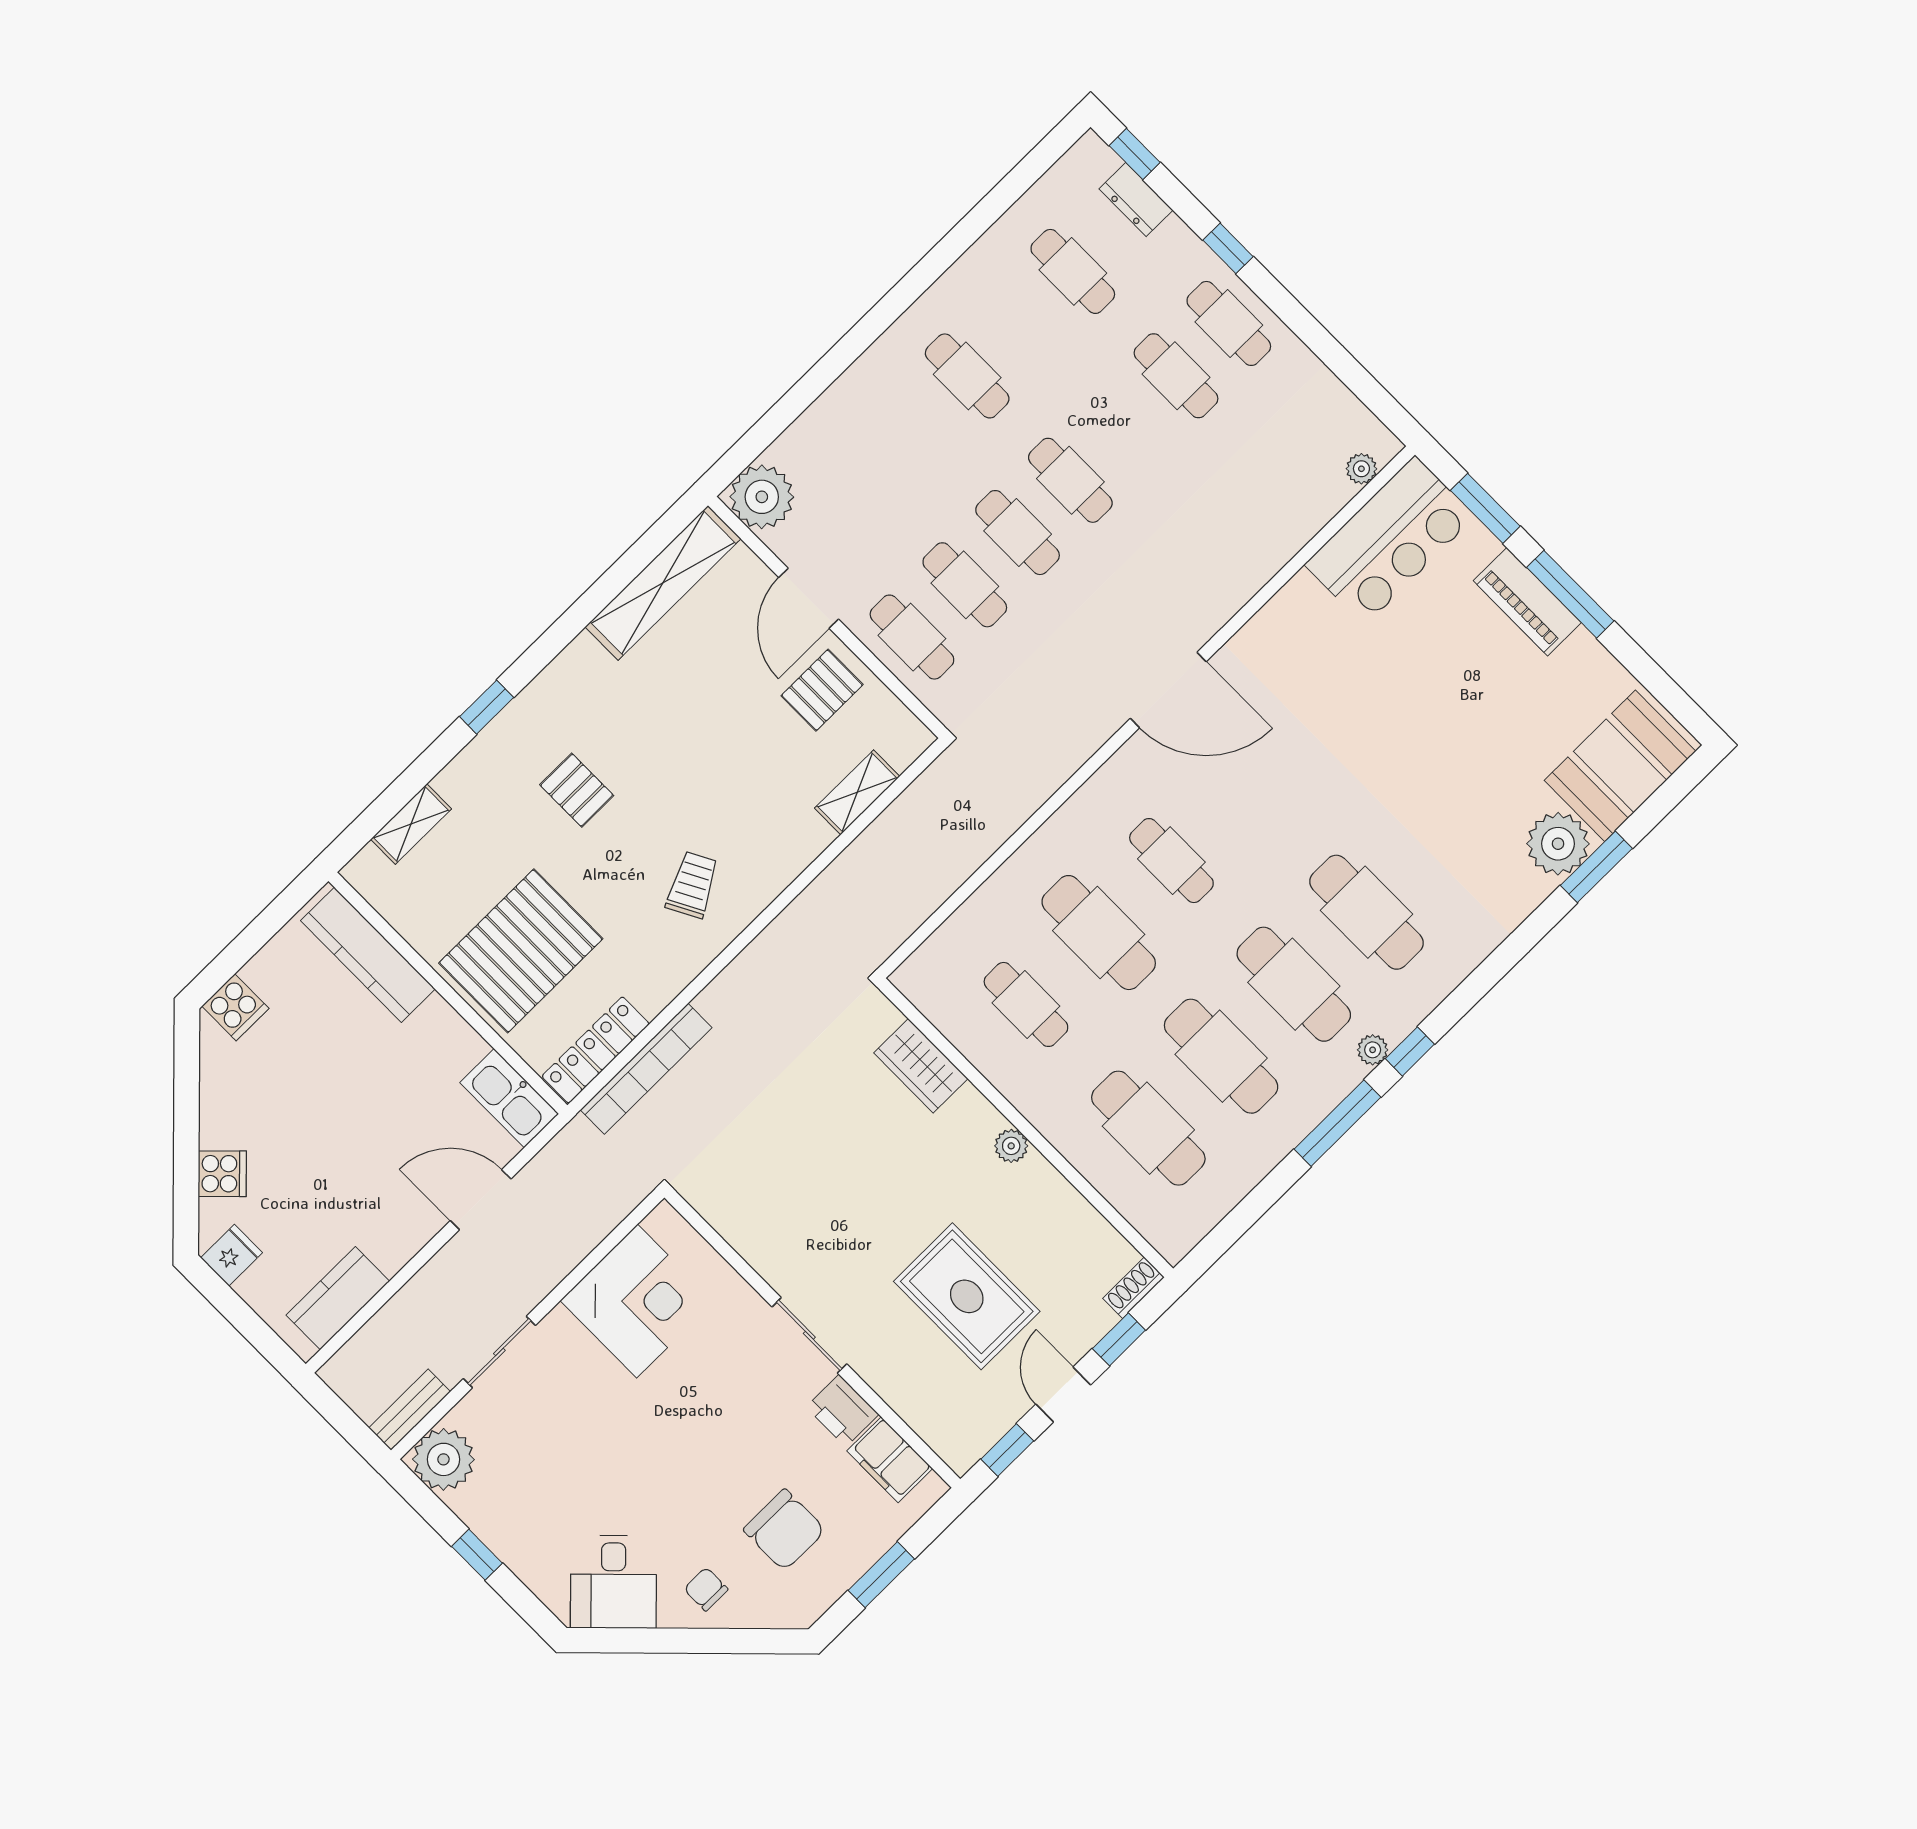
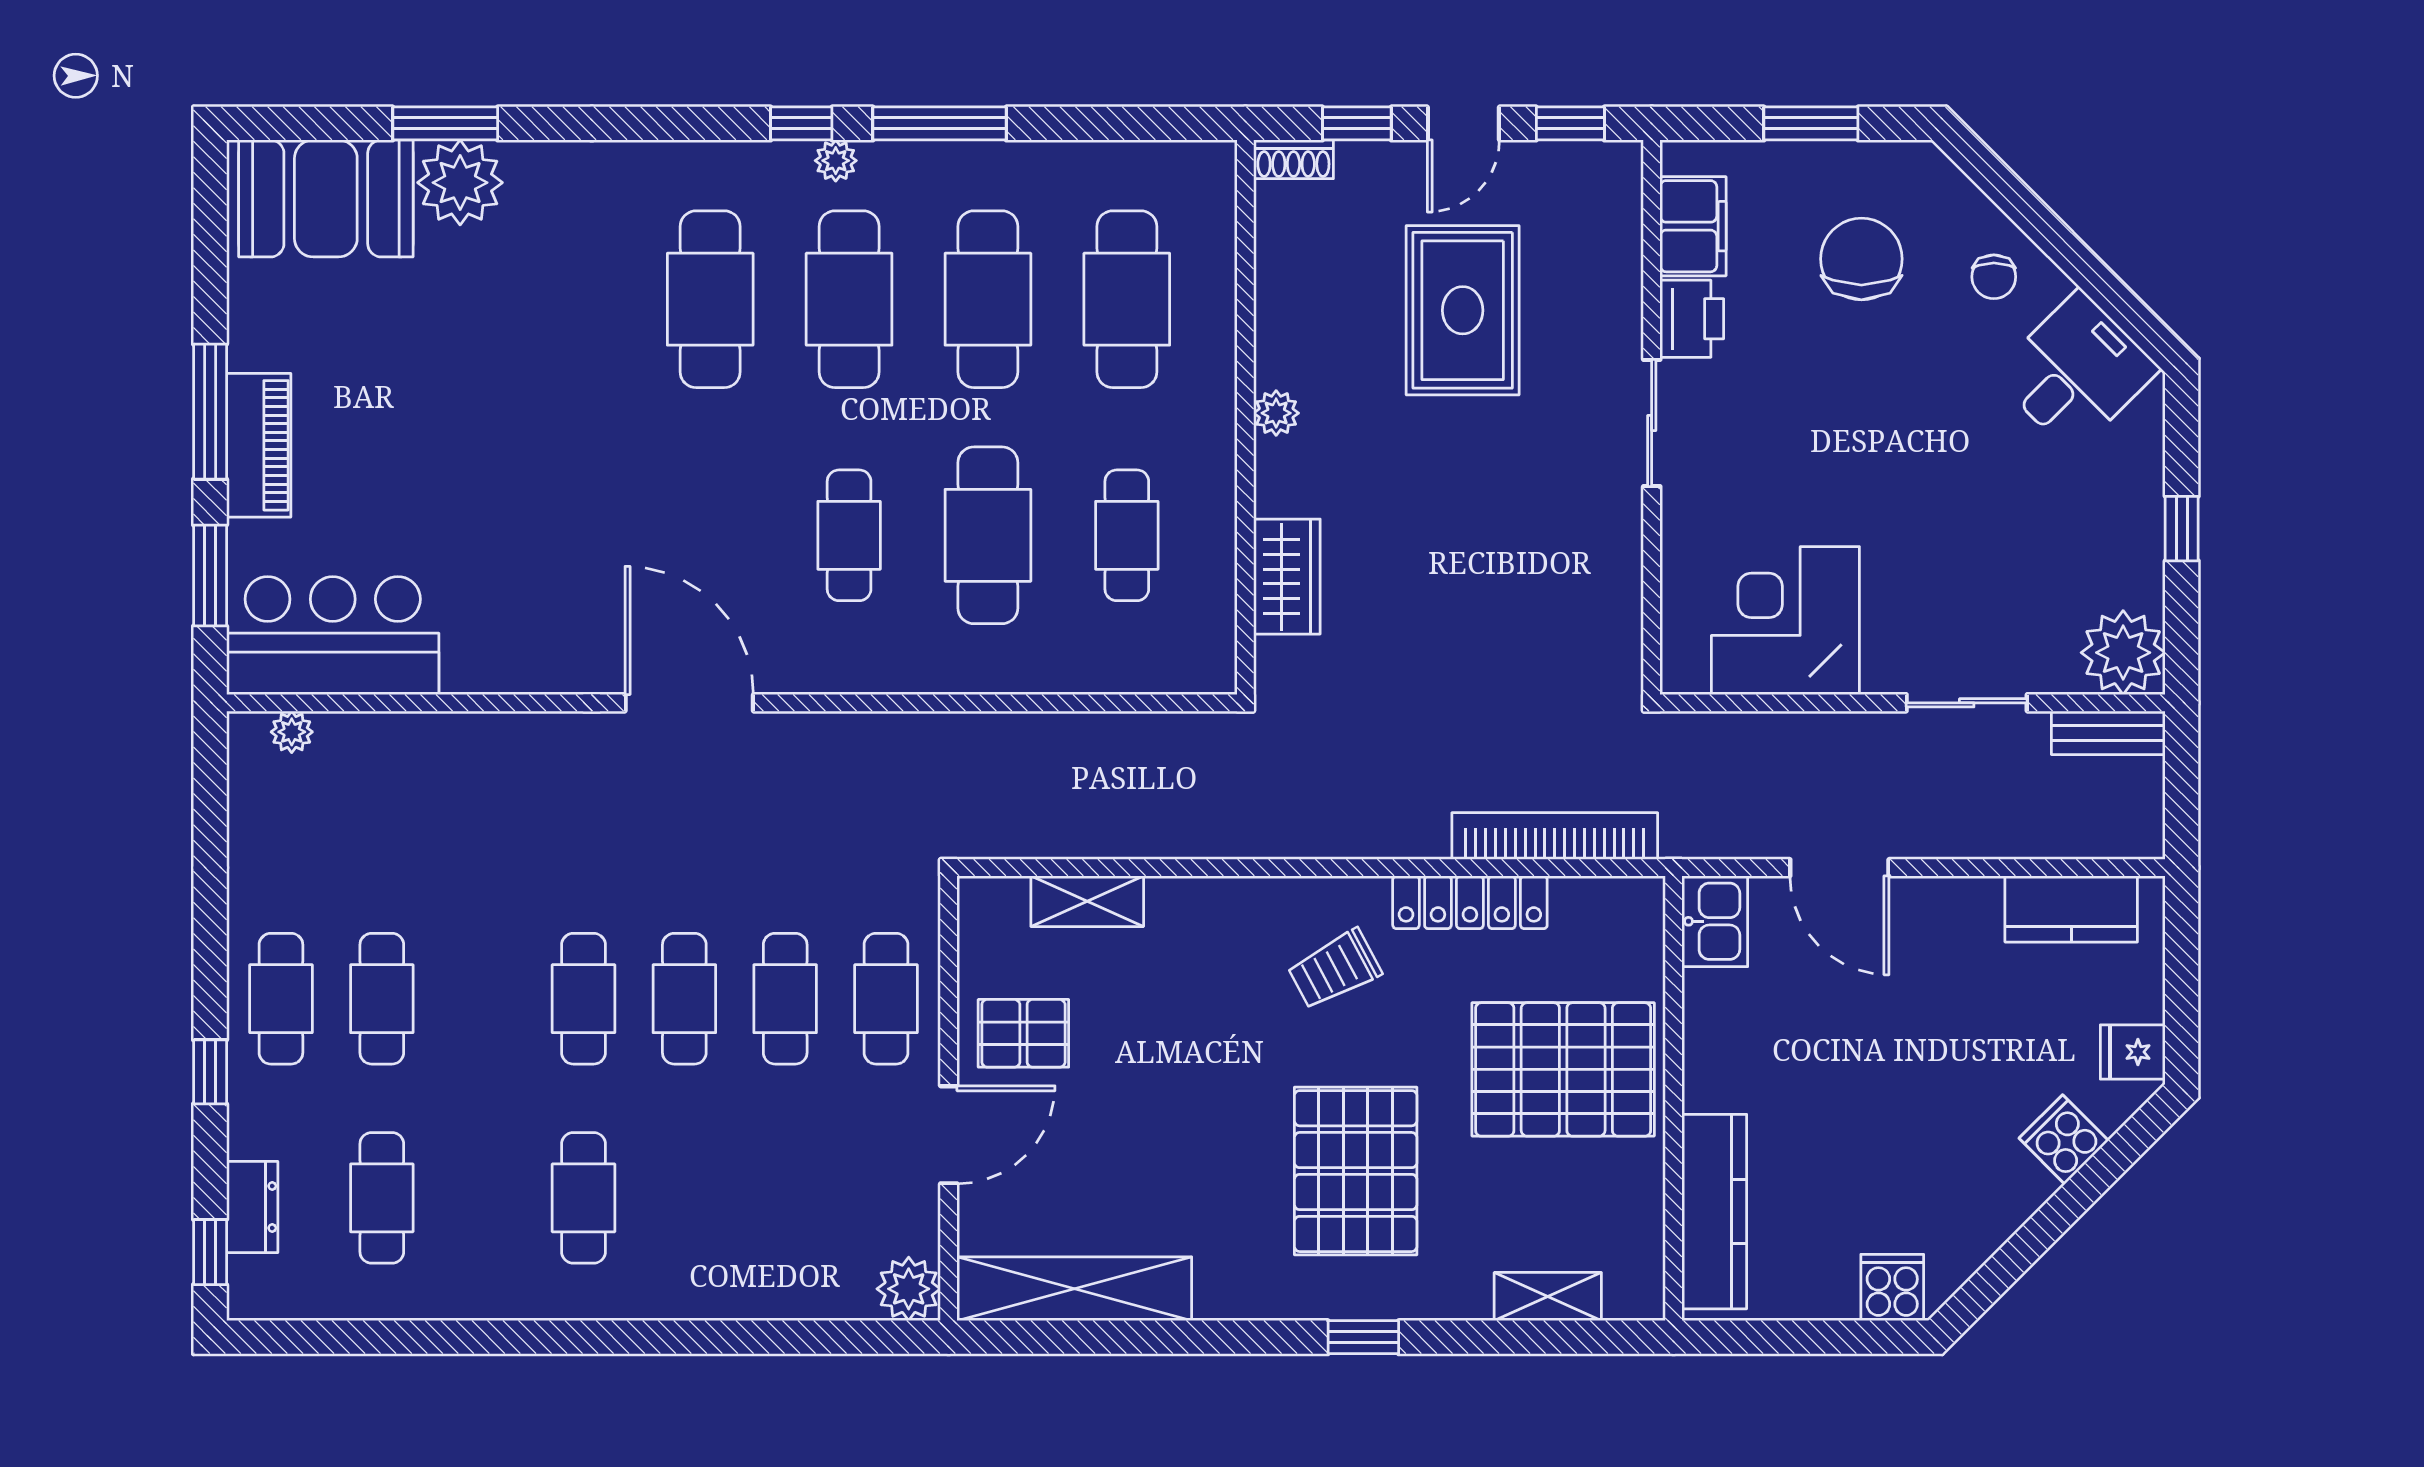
plant: (762, 497) -> (909, 1289), width x0.73, depth x0.73
pallet: (577, 790) -> (1356, 1171), width x2.05, depth x2.00
locker: (596, 1050) -> (1470, 902), moved
kitchen sink: (509, 1098) -> (1715, 921), width x0.73

